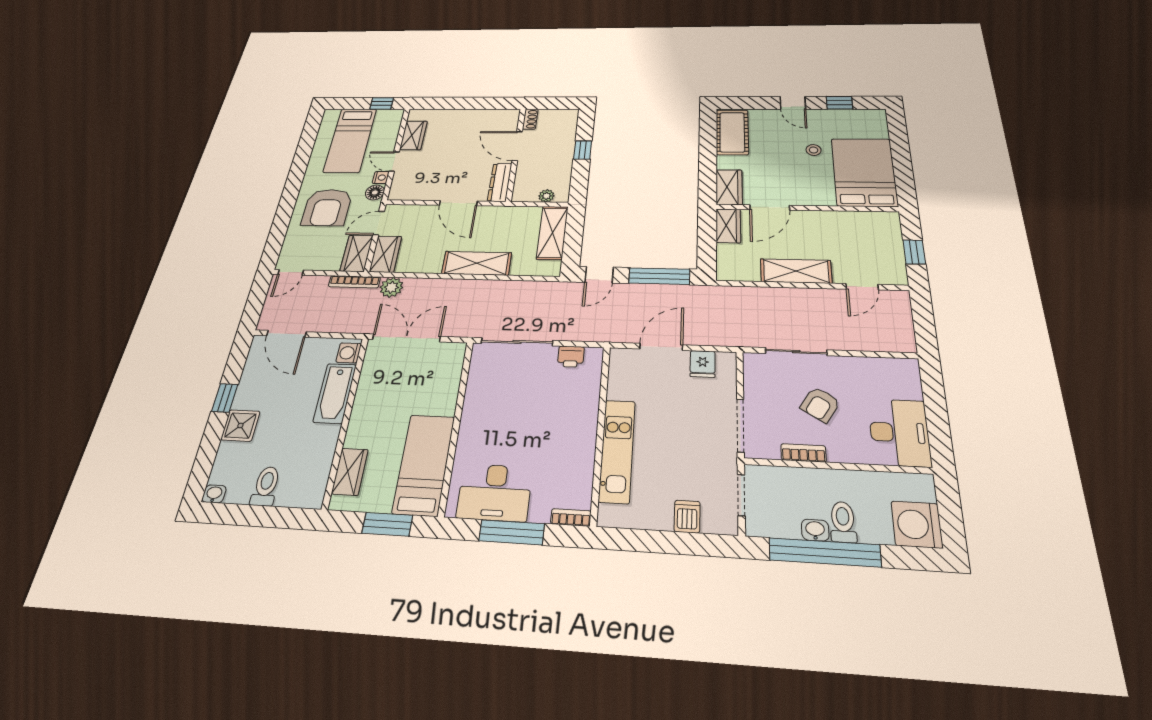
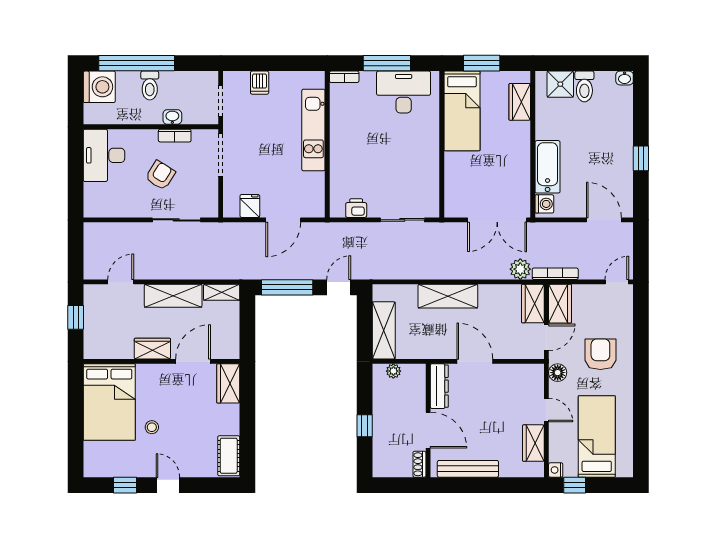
bench: (482, 116) -> (468, 469), added
cot: (732, 132) -> (229, 456), width x0.73, depth x0.75
nightstand: (381, 178) -> (556, 470), moved
armchair: (327, 208) -> (600, 354), width x0.73, depth x0.73
wardrobe: (728, 226) -> (152, 349), moved, turned 90
shelving: (737, 273) -> (222, 292), added
sliding door: (517, 342) -> (402, 220), width x0.73
shower: (240, 425) -> (560, 84), moved
washbasin: (815, 530) -> (172, 117), moved, turned 180
window: (825, 552) -> (137, 63), moved

